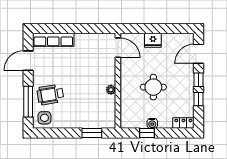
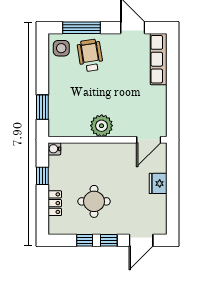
door: (199, 54) -> (141, 240), swing flipped
round table: (153, 87) -> (94, 201), moved
plant: (111, 90) -> (102, 126), width x1.88, depth x1.88
water cooler: (152, 123) -> (54, 149), moved
locker: (183, 123) -> (55, 203), moved

